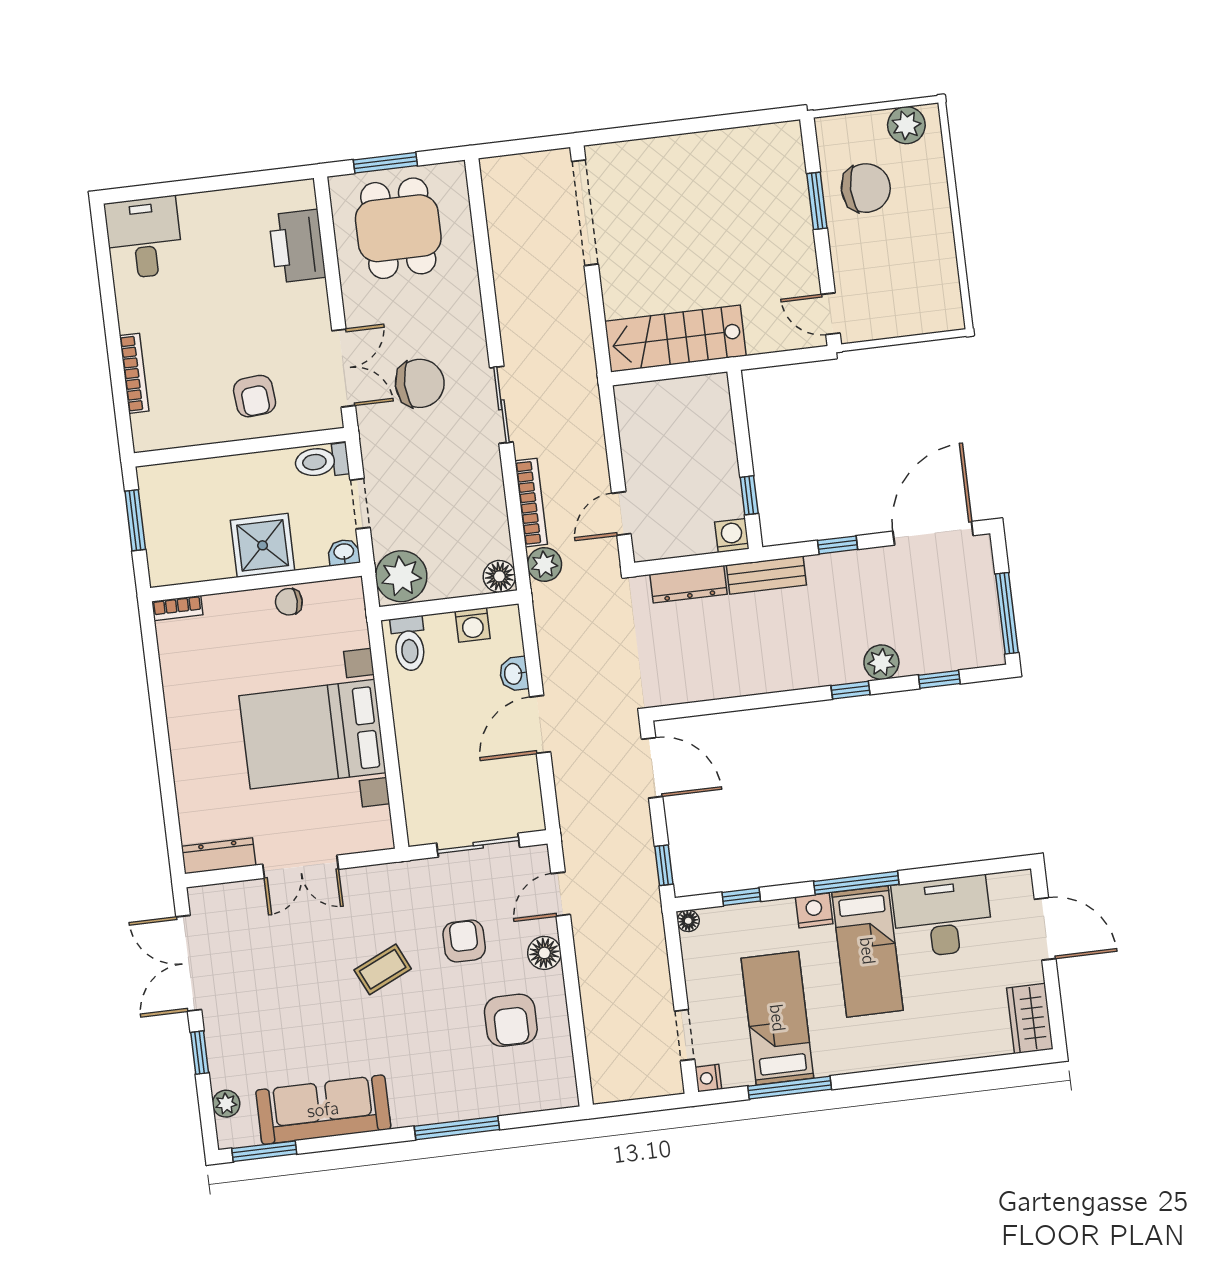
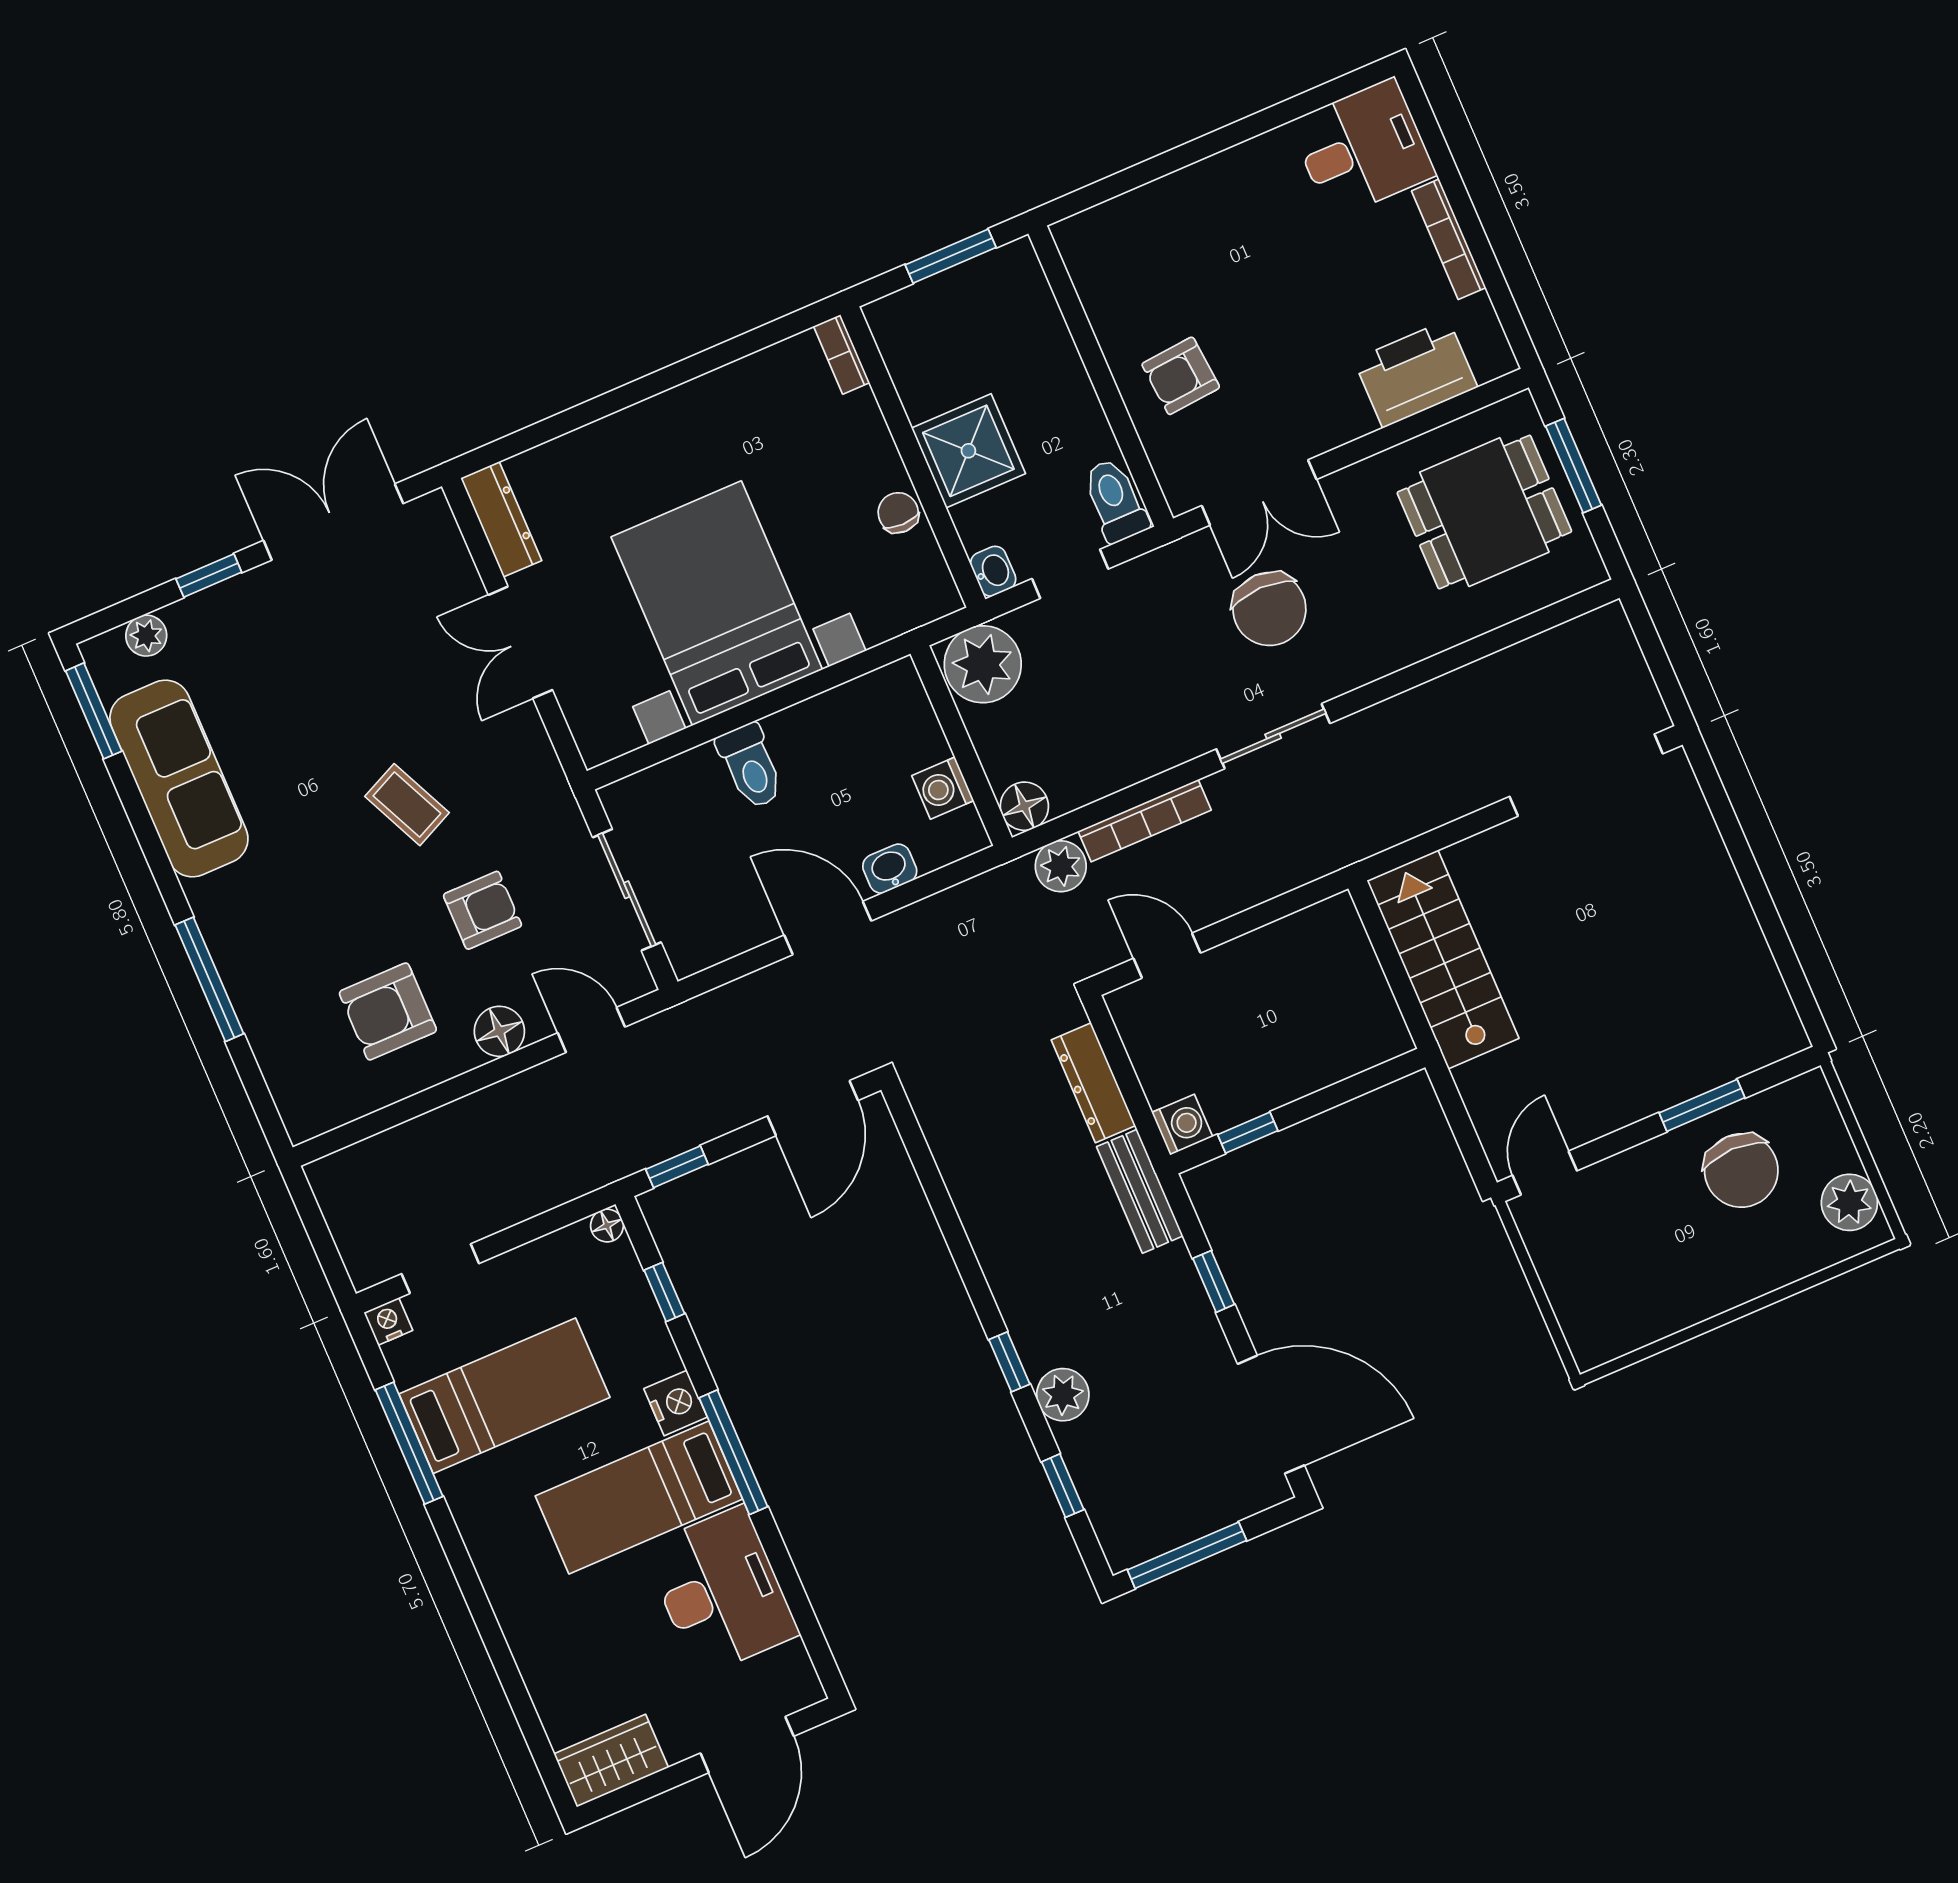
bookcase: (134, 373) -> (1449, 239), moved, turned 90
toilet: (409, 644) -> (751, 766), moved, turned -90

